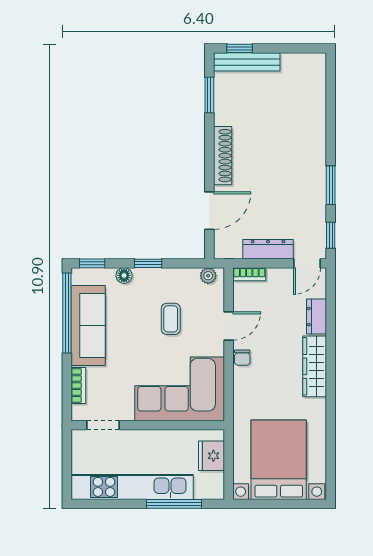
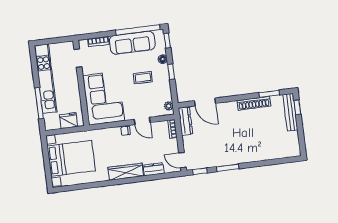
shoe rack: (223, 156) -> (254, 103), moved
dresser: (268, 249) -> (185, 121), moved
coffee table: (171, 319) -> (143, 78), moved

